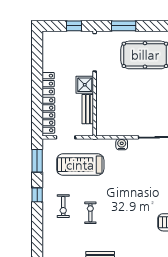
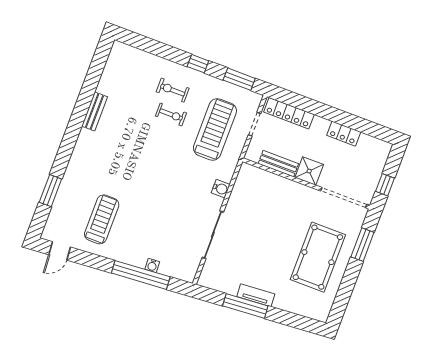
locker: (48, 84) -> (344, 134), moved
exercise bike: (90, 213) -> (171, 114), moved

